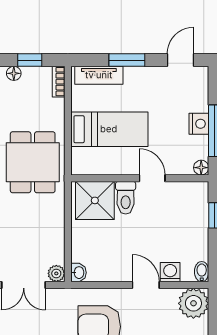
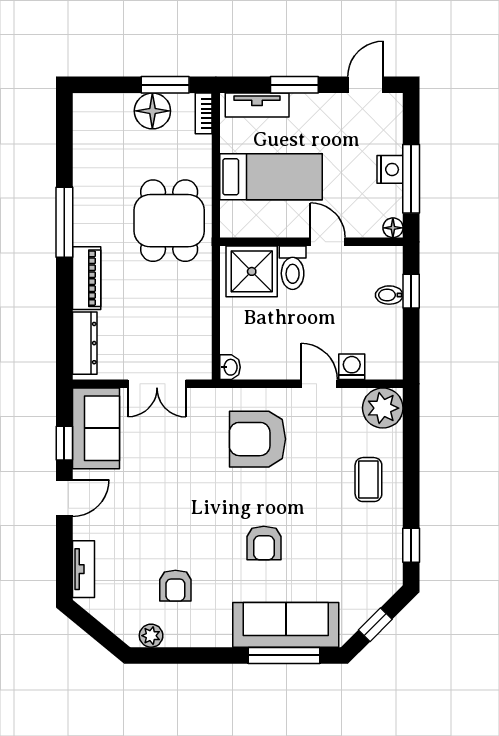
window: (30, 60) -> (165, 85), width x1.50
floor lamp: (14, 73) -> (152, 111), width x1.89, depth x1.89
bidet: (202, 272) -> (389, 295), moved, turned -90
plant: (56, 273) -> (201, 368), removed

